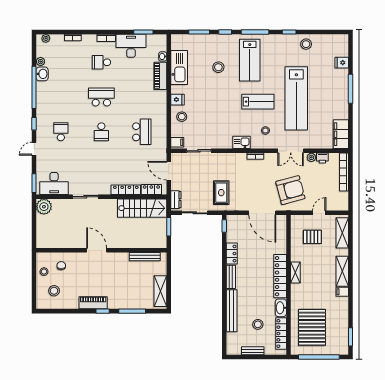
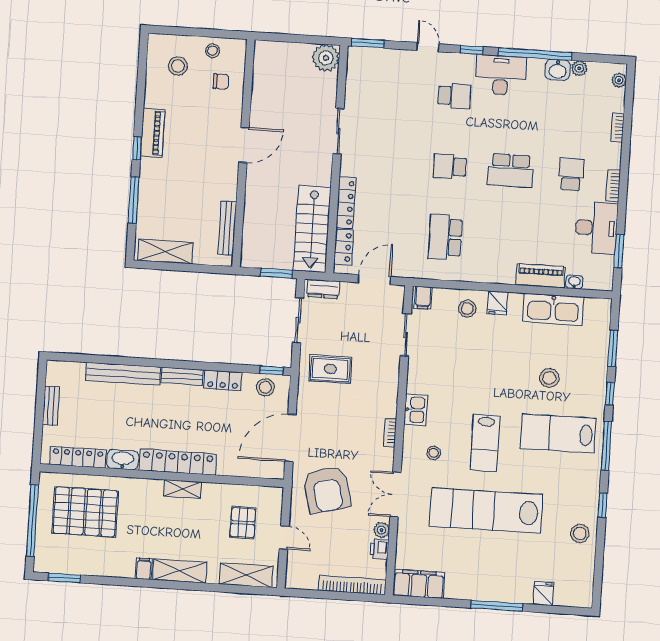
school desk: (101, 97) -> (511, 170), turned 90
school desk: (142, 132) -> (445, 237), turned 90
desk: (54, 183) -> (501, 75), moved, turned 90
stool: (258, 324) -> (265, 387), moved

